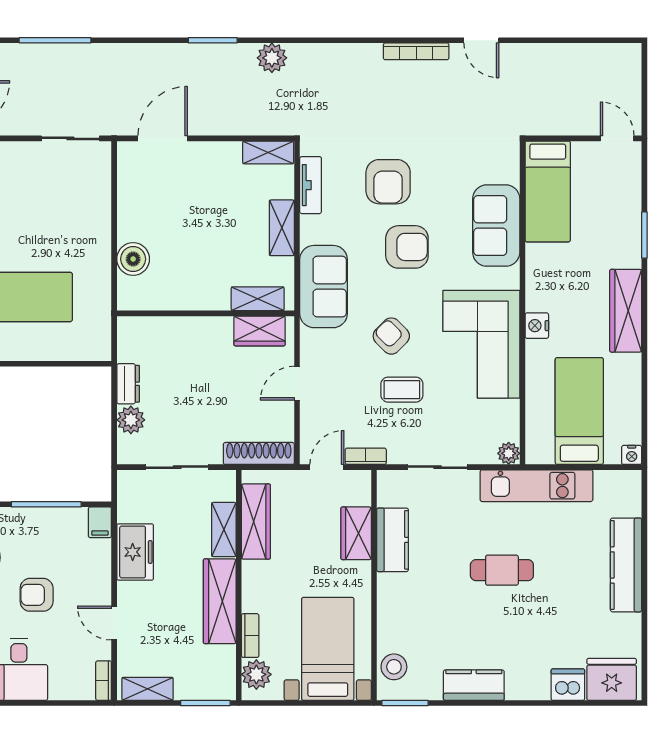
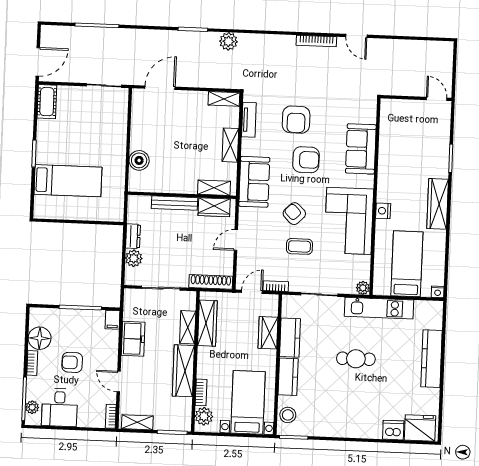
bed: (548, 191) -> (393, 129), removed
bench: (194, 327) -> (174, 203), added
kitchen counter: (474, 685) -> (288, 377), moved, turned 90

